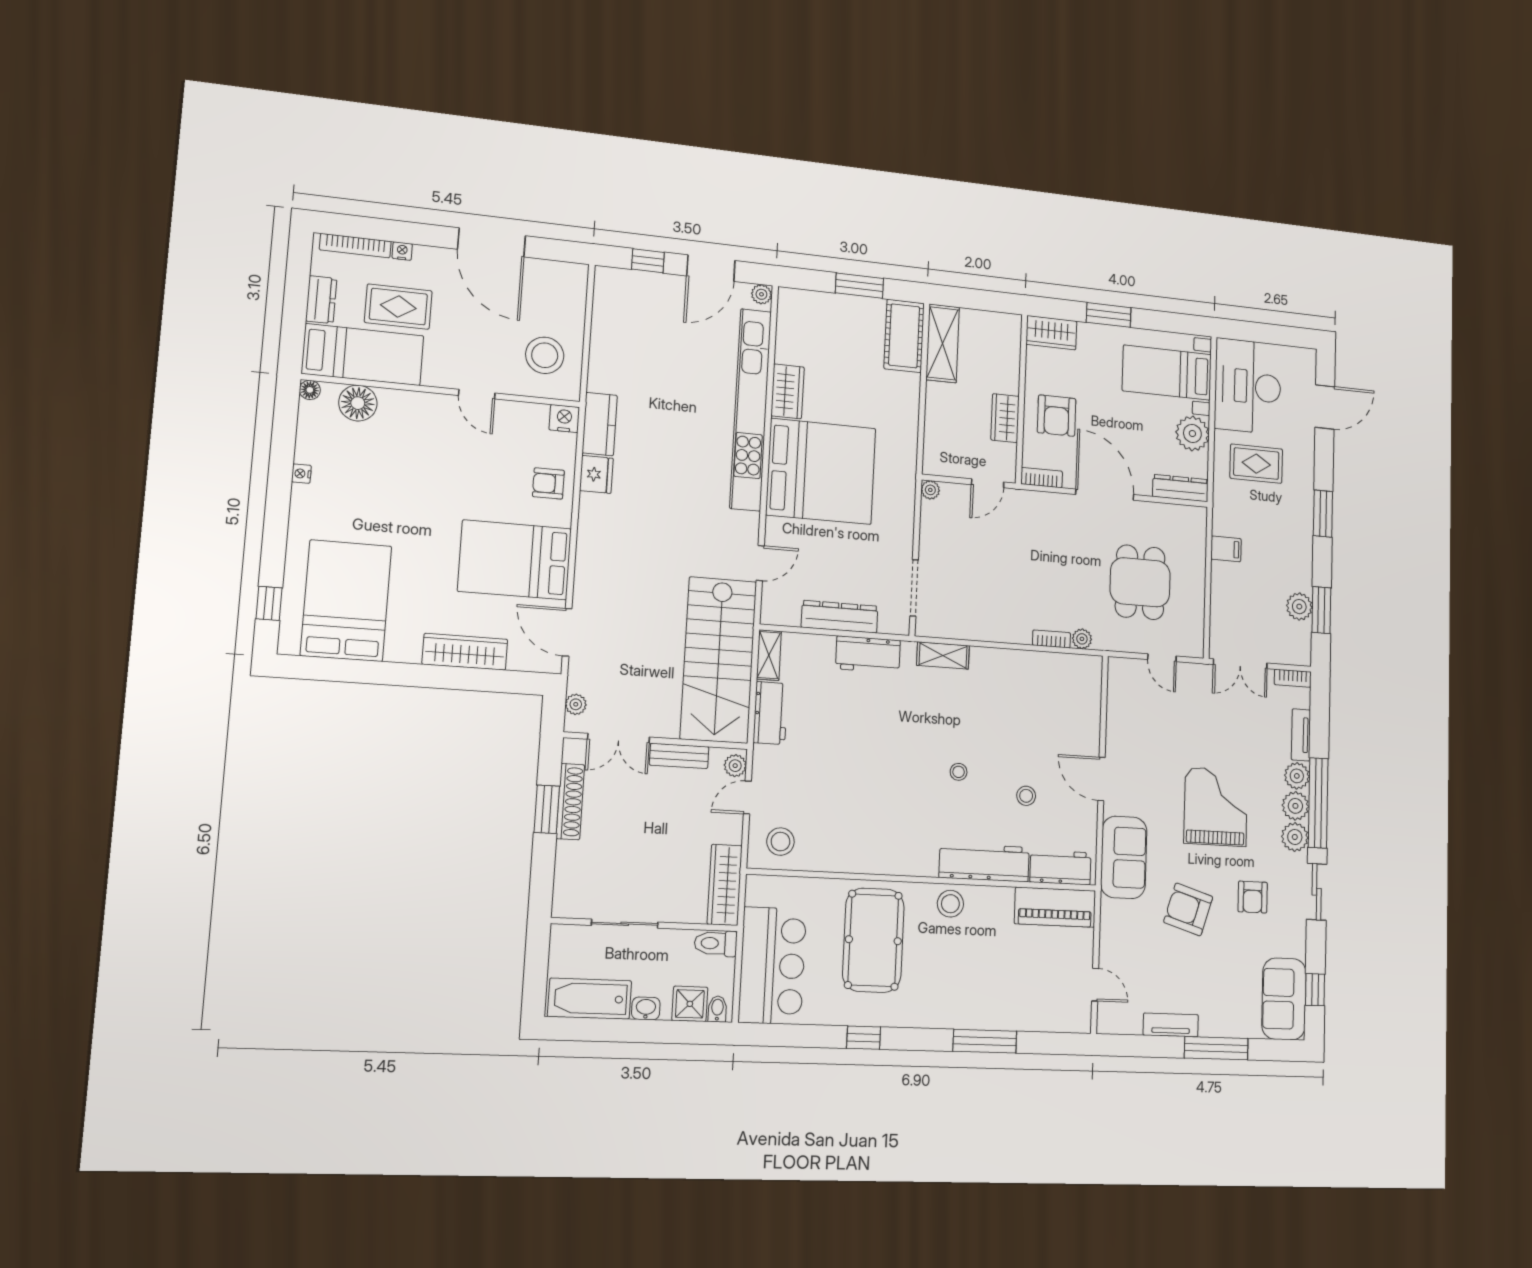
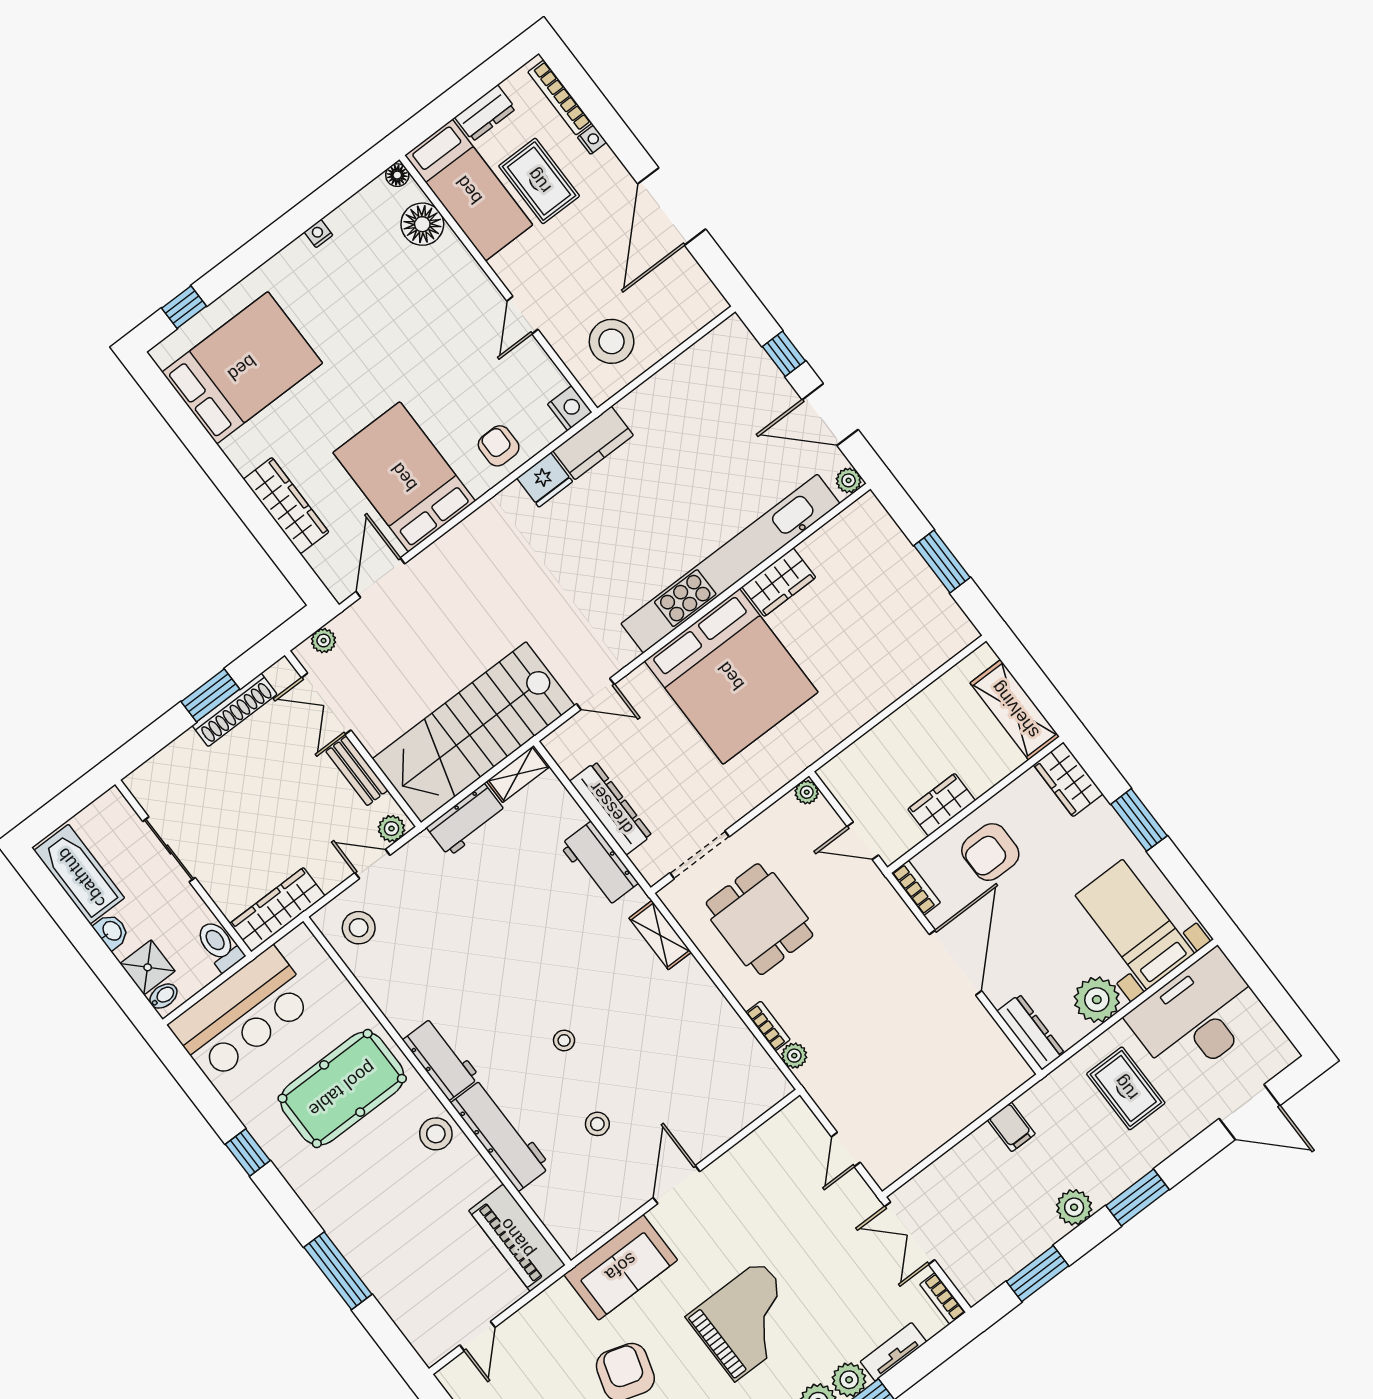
cot: (904, 336) -> (933, 644), removed
shelving: (943, 343) -> (1015, 710), moved, turned 90
dining table: (1140, 582) -> (760, 919), moved, turned 90
plant: (1299, 607) -> (1074, 1207), moved
workbench: (1060, 867) -> (441, 1059), moved

